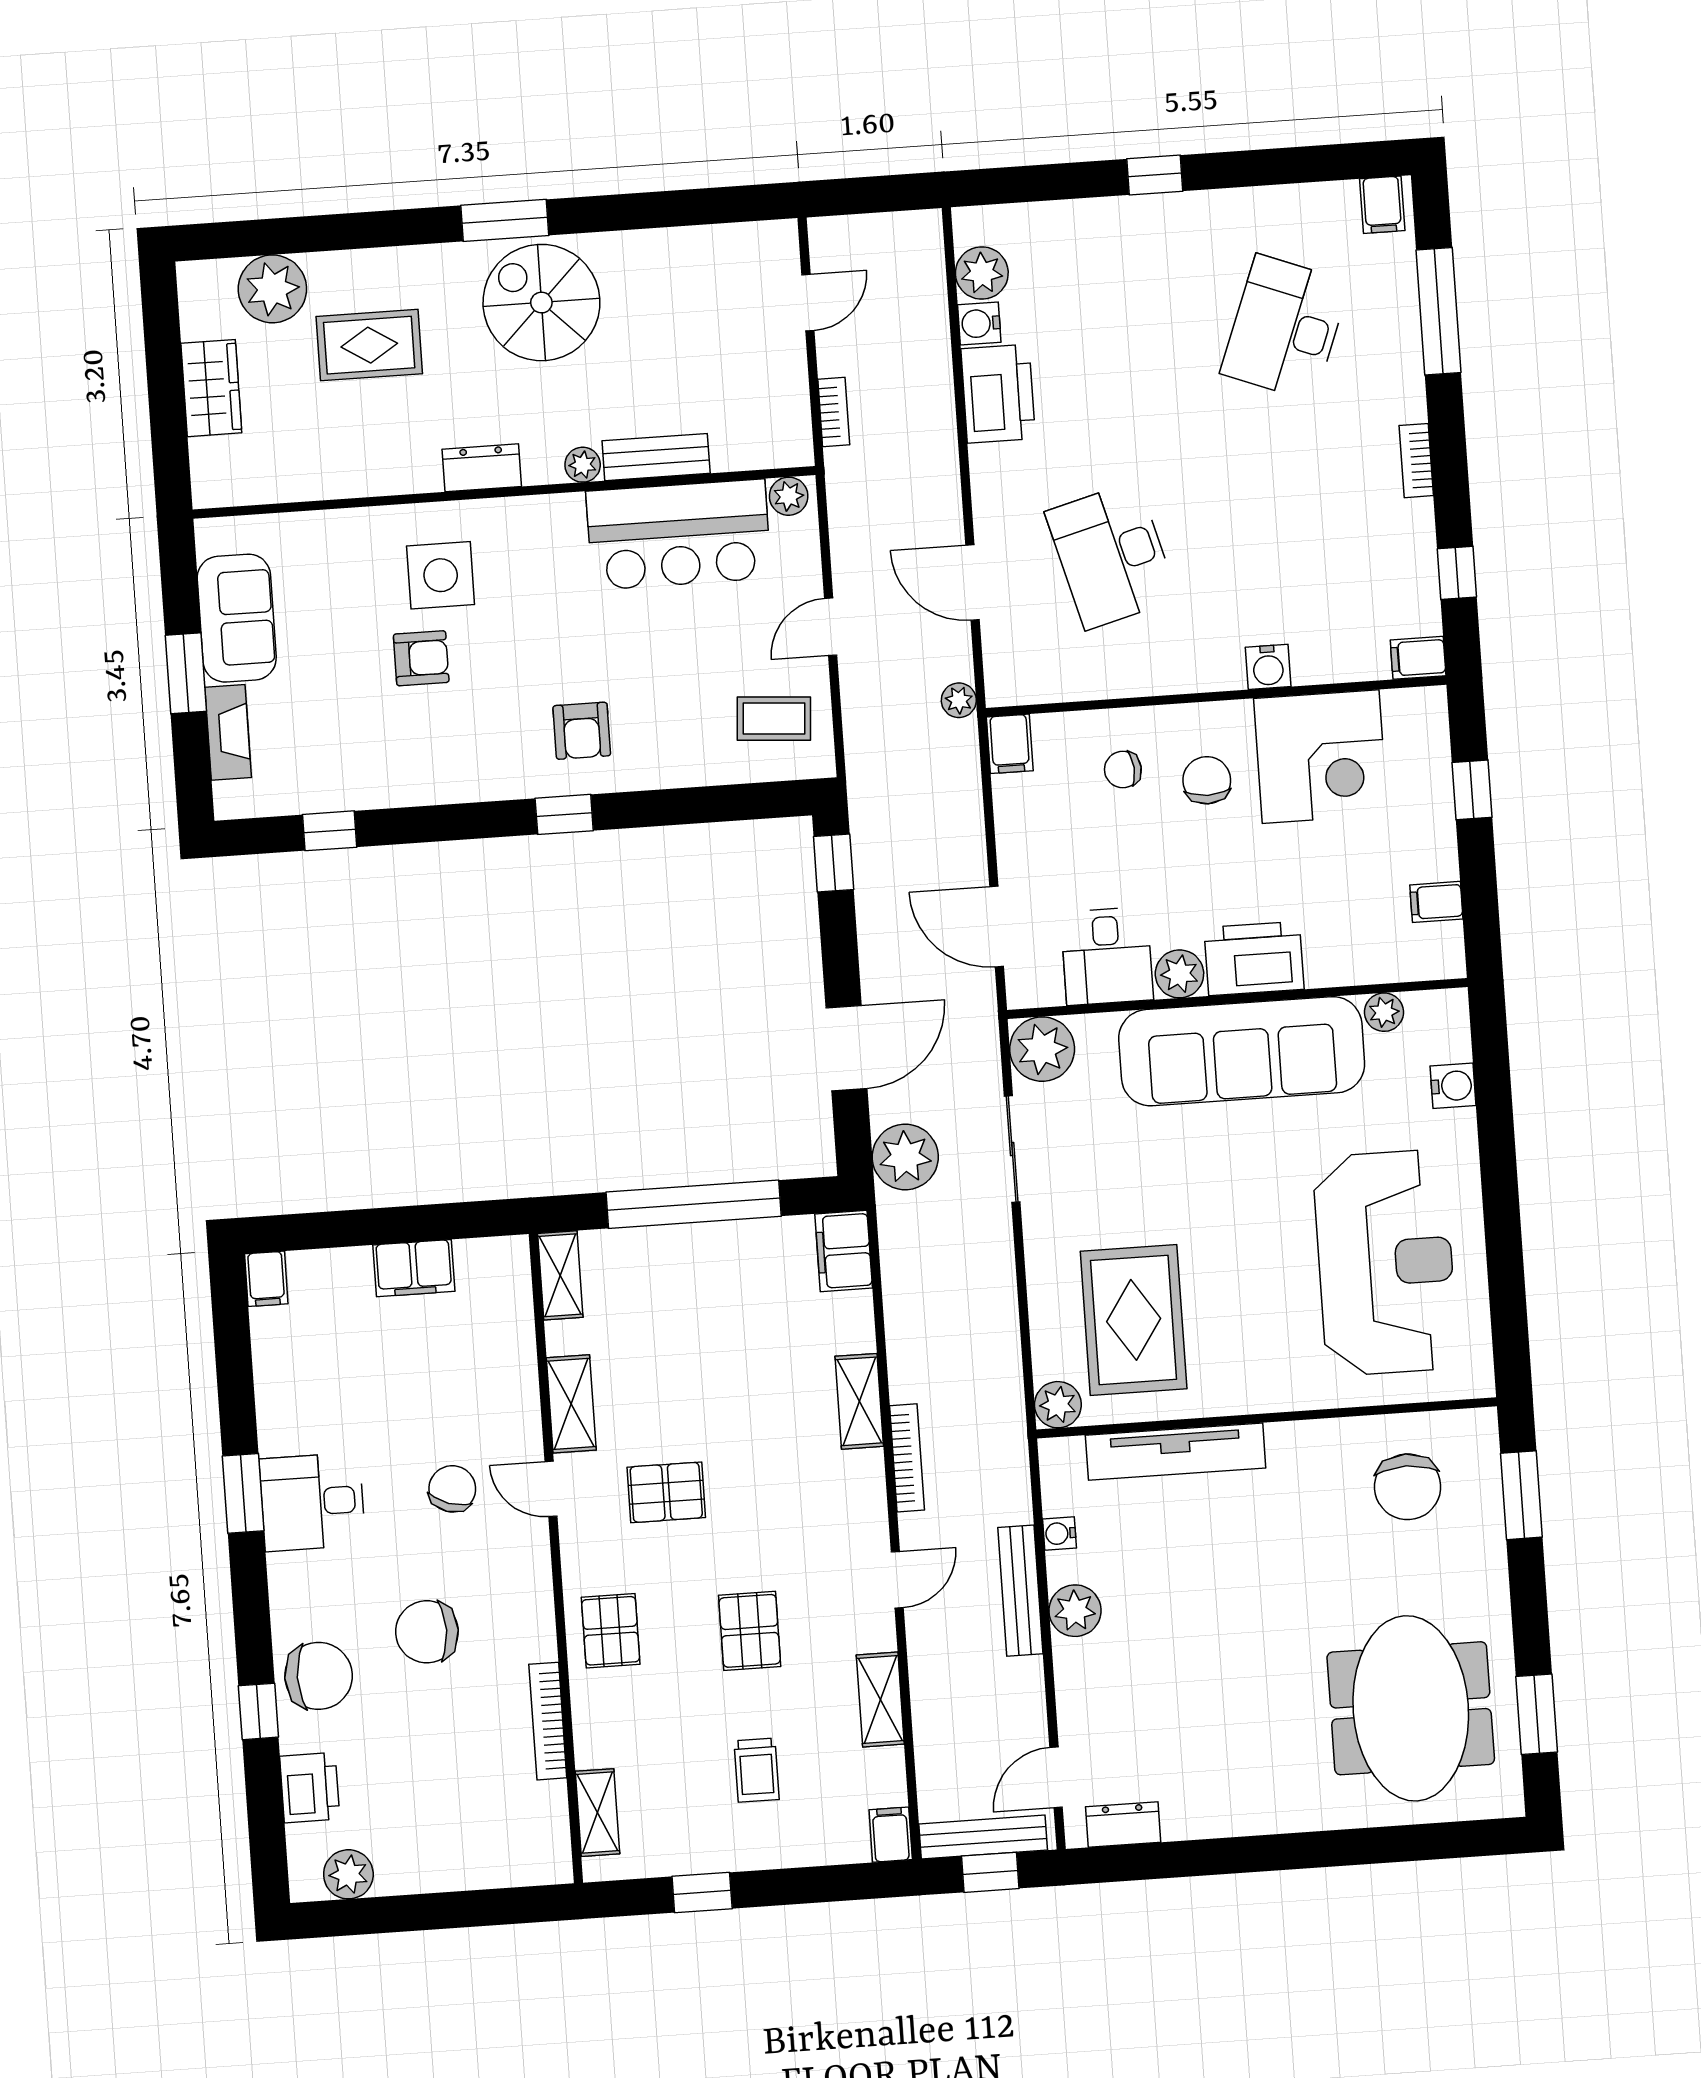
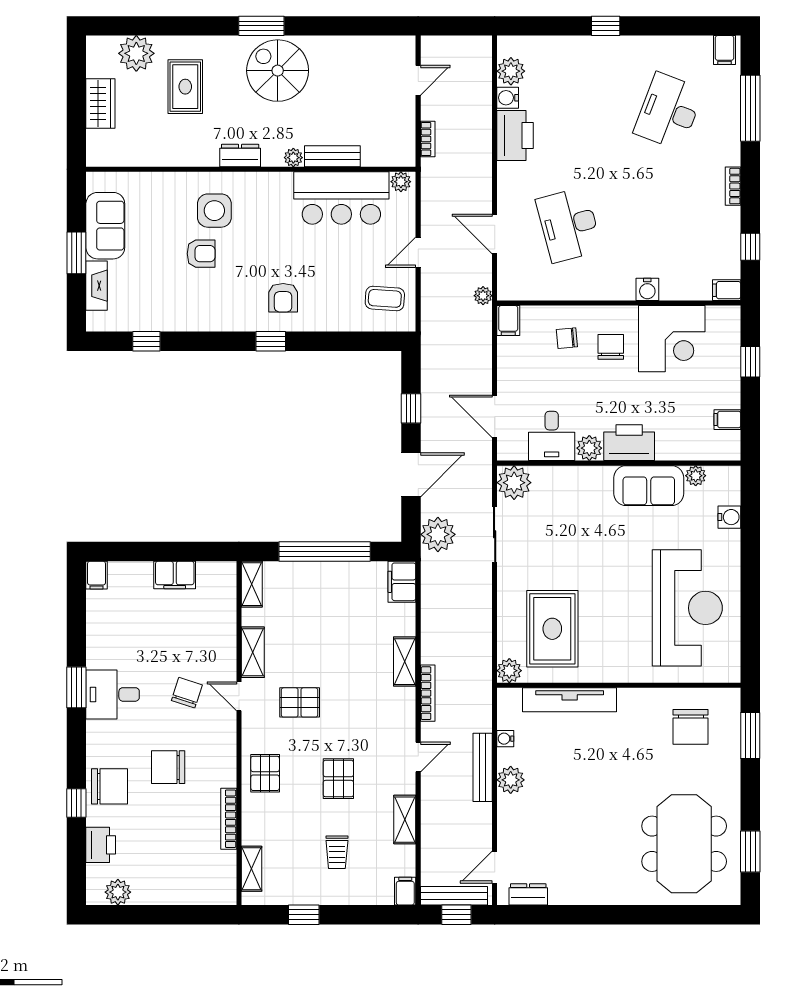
rug: (369, 345) -> (185, 87), turned 90
window: (834, 863) -> (411, 408), moved
sofa: (1242, 1051) -> (649, 486), width x0.54, depth x0.79

